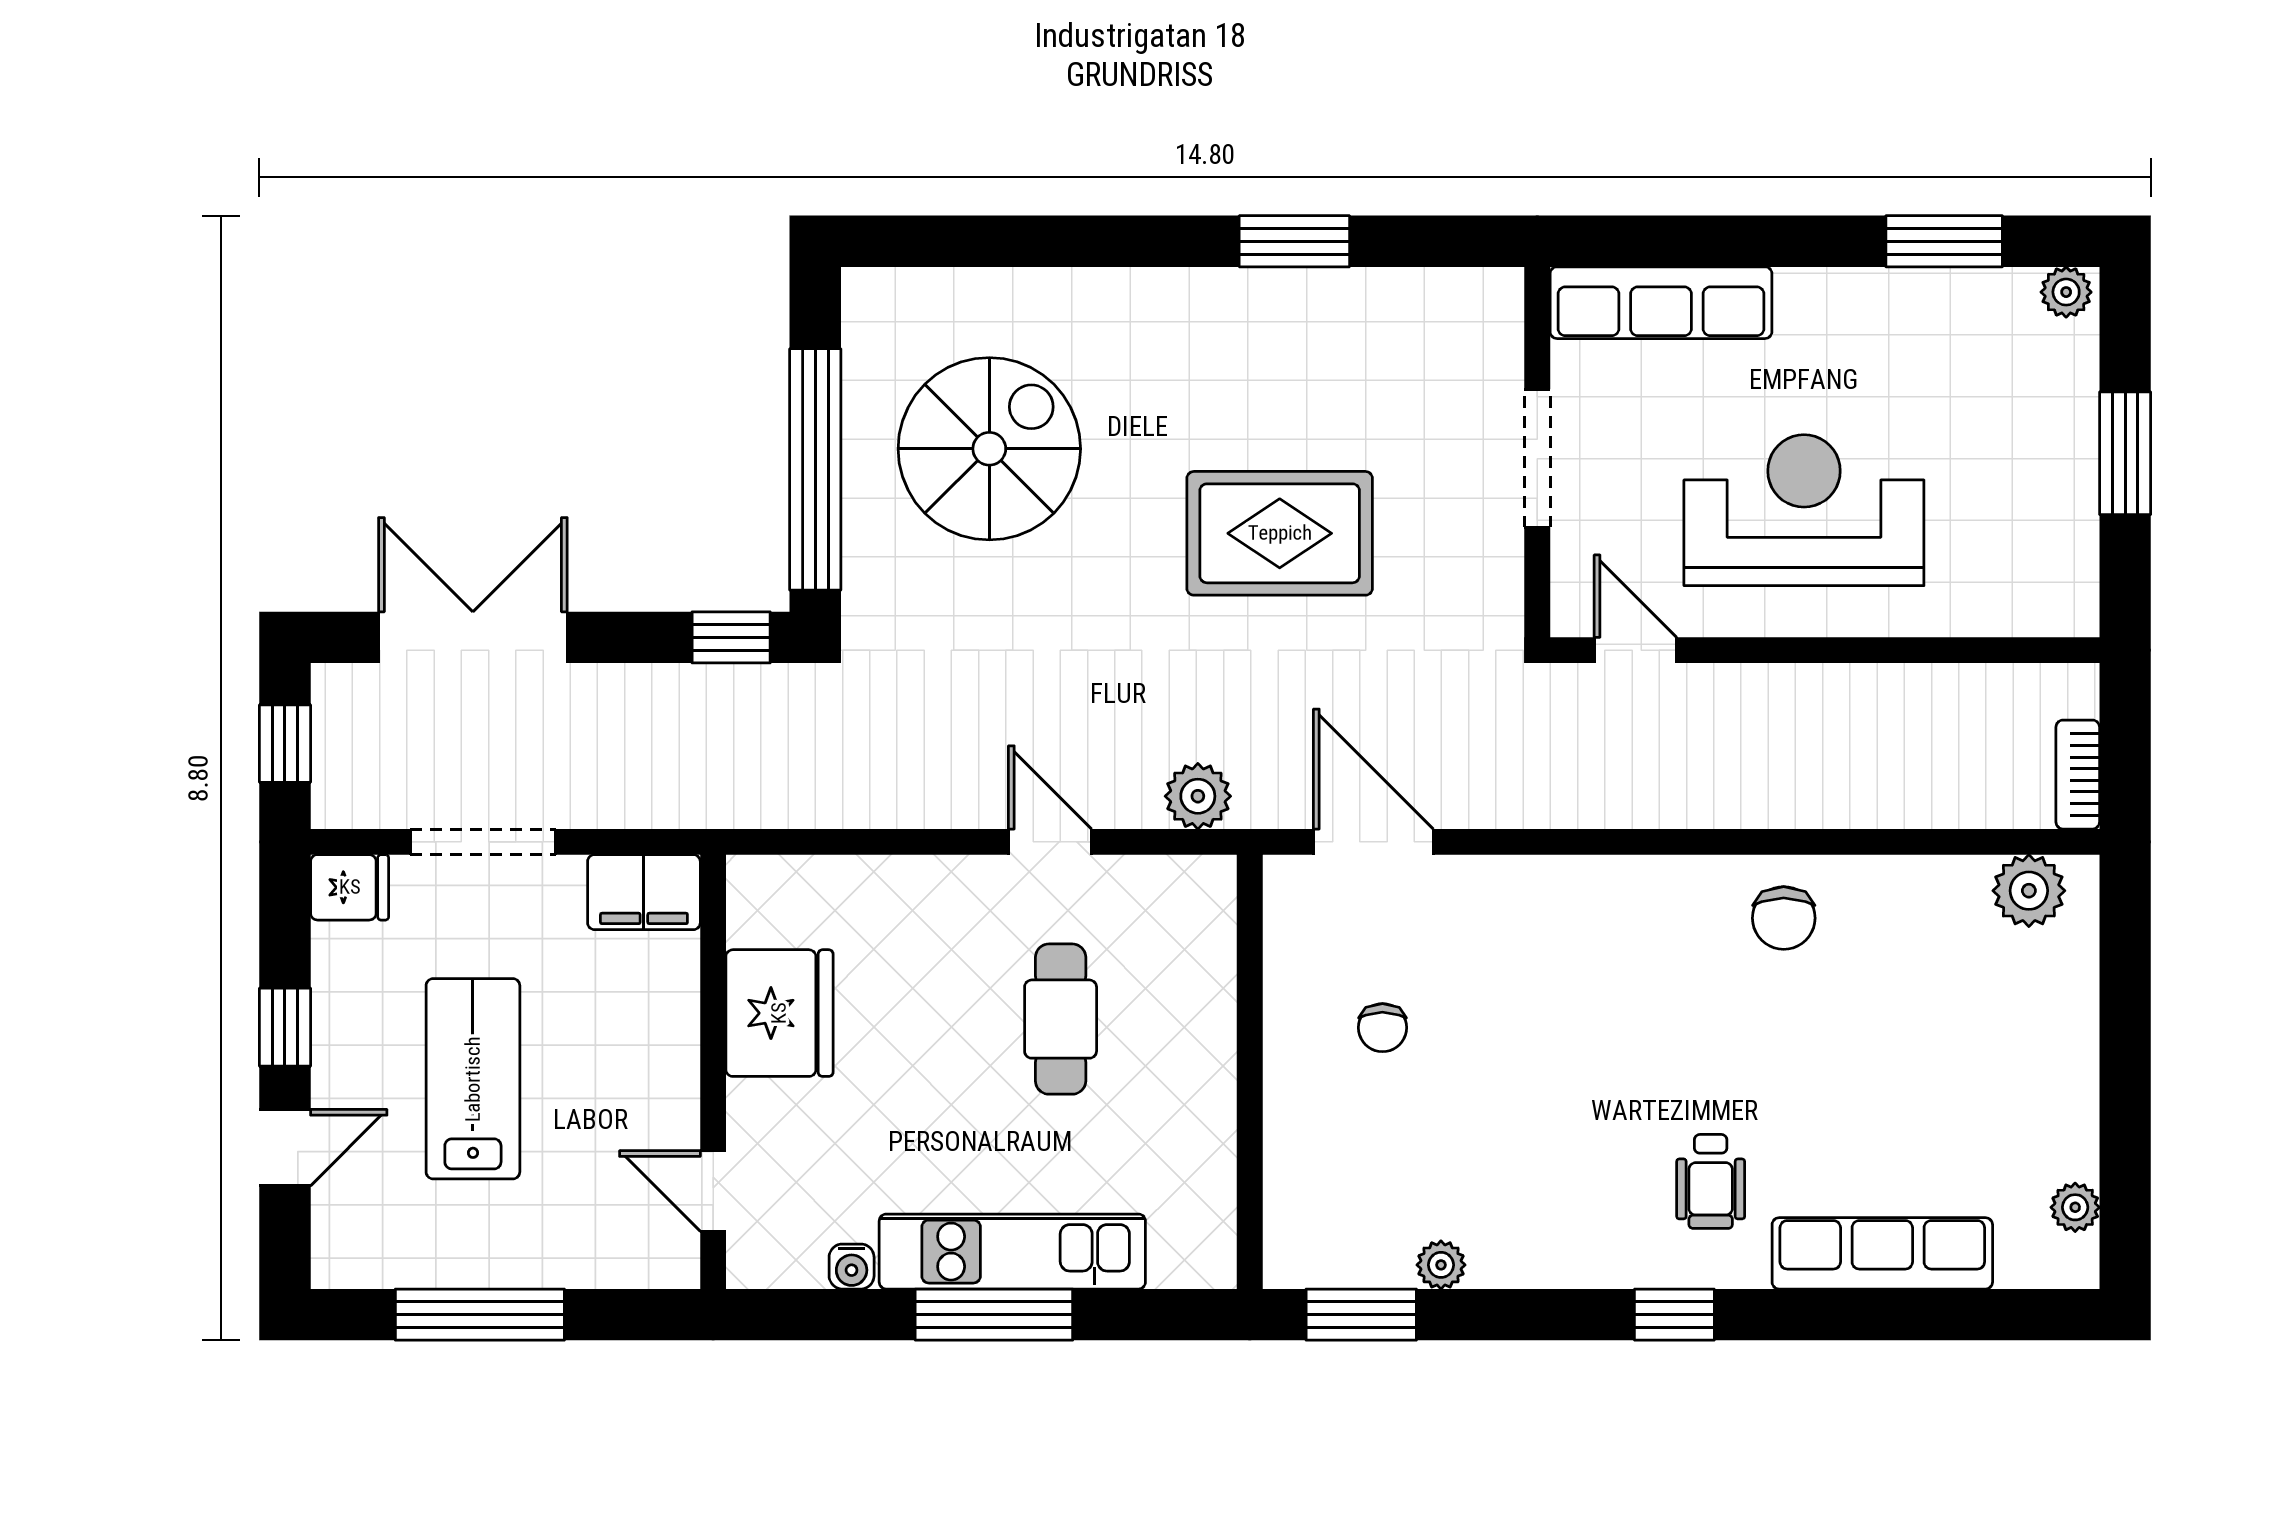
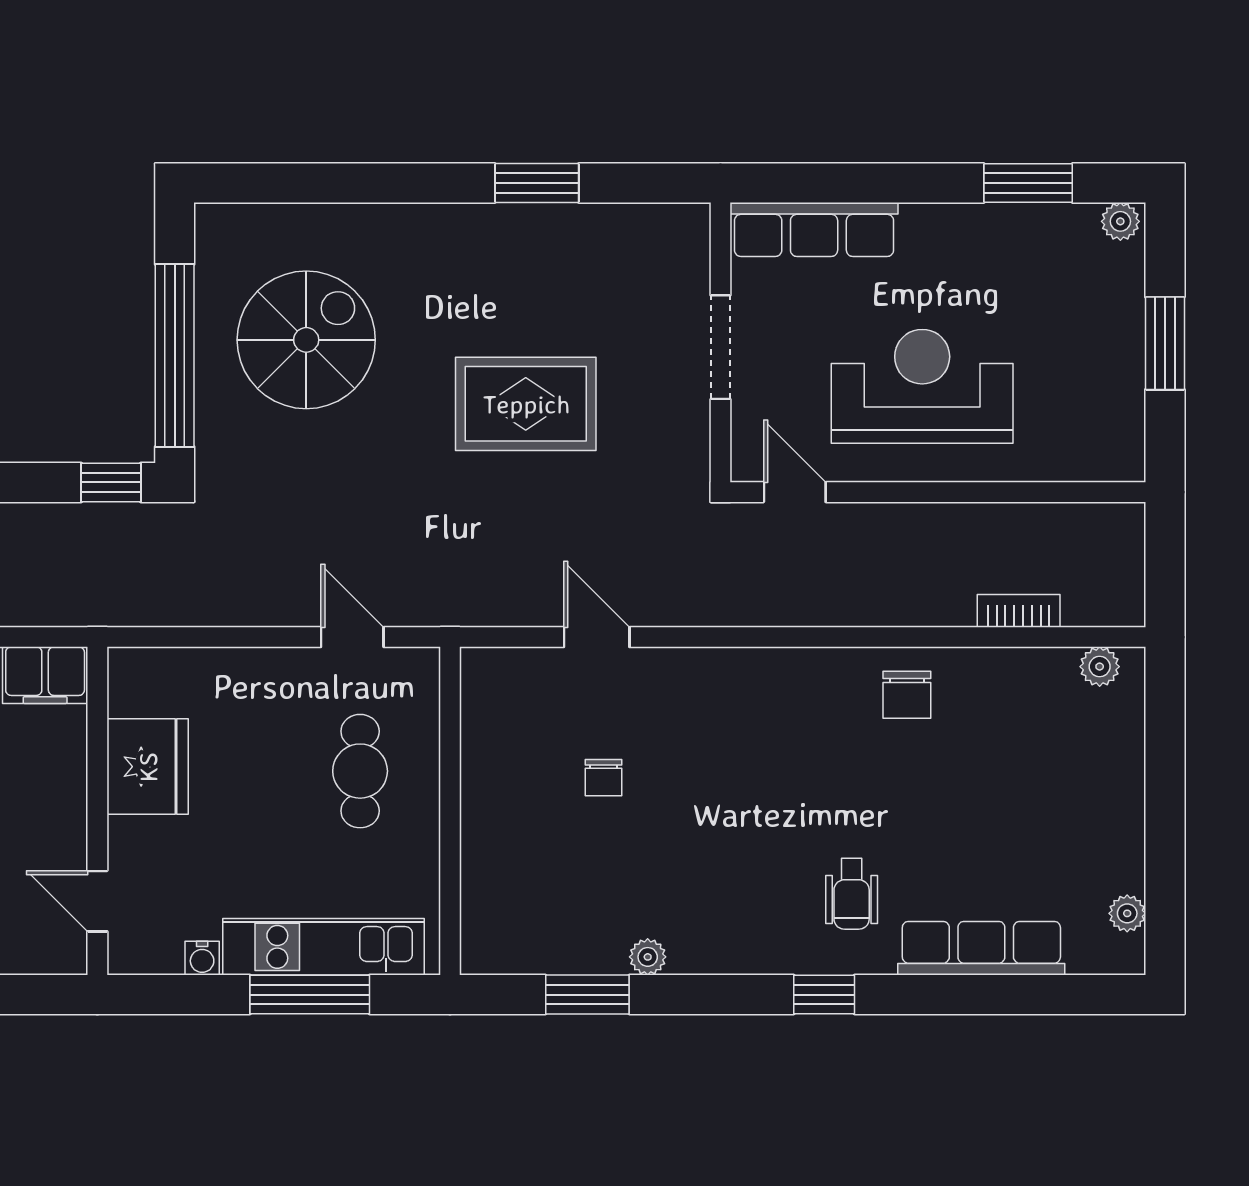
bookcase: (2078, 775) -> (1019, 611), moved, turned 90
plant: (1198, 796) -> (464, 603), removed
door: (1373, 842) -> (597, 637), width x0.73
plant: (2029, 891) -> (1100, 667), width x0.73, depth x0.73
wall: (1250, 1072) -> (450, 811), moved

